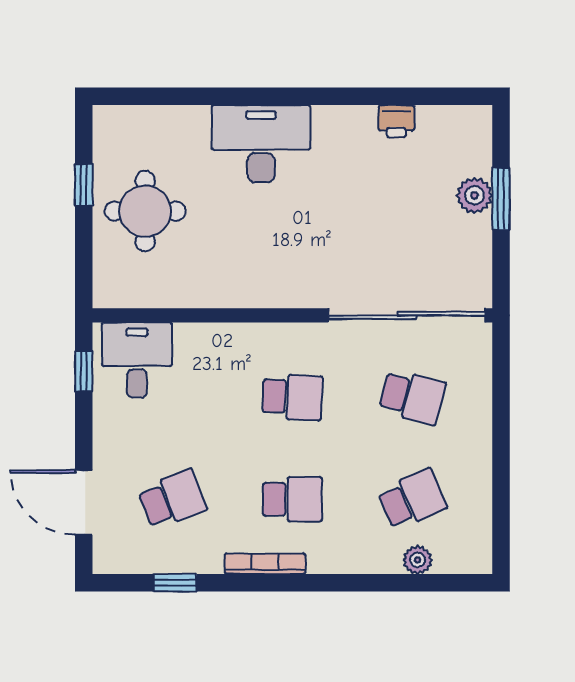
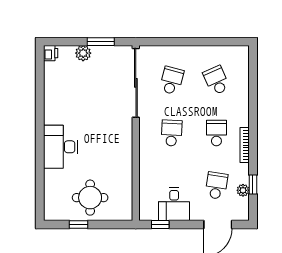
printer: (396, 121) -> (51, 53), moved
window: (501, 199) -> (101, 42), moved
desk: (137, 360) -> (174, 204), moved, turned -90
school desk: (172, 499) -> (216, 186), turned 30
plant: (418, 560) -> (243, 190), moved

